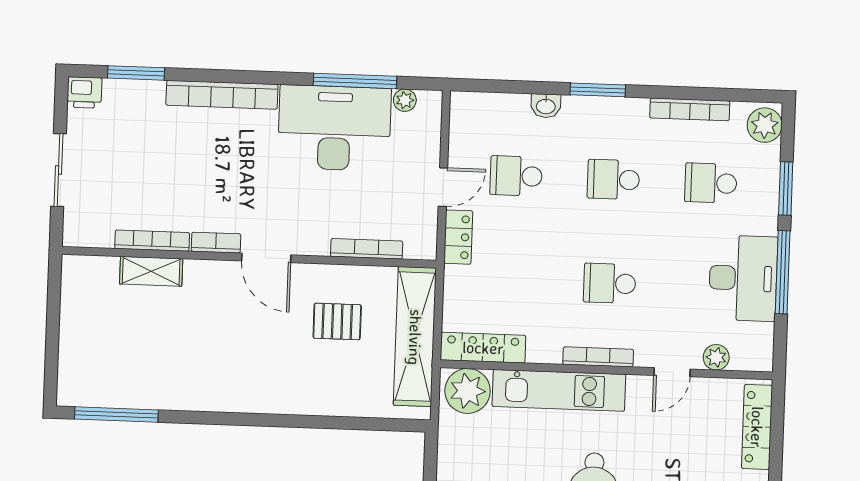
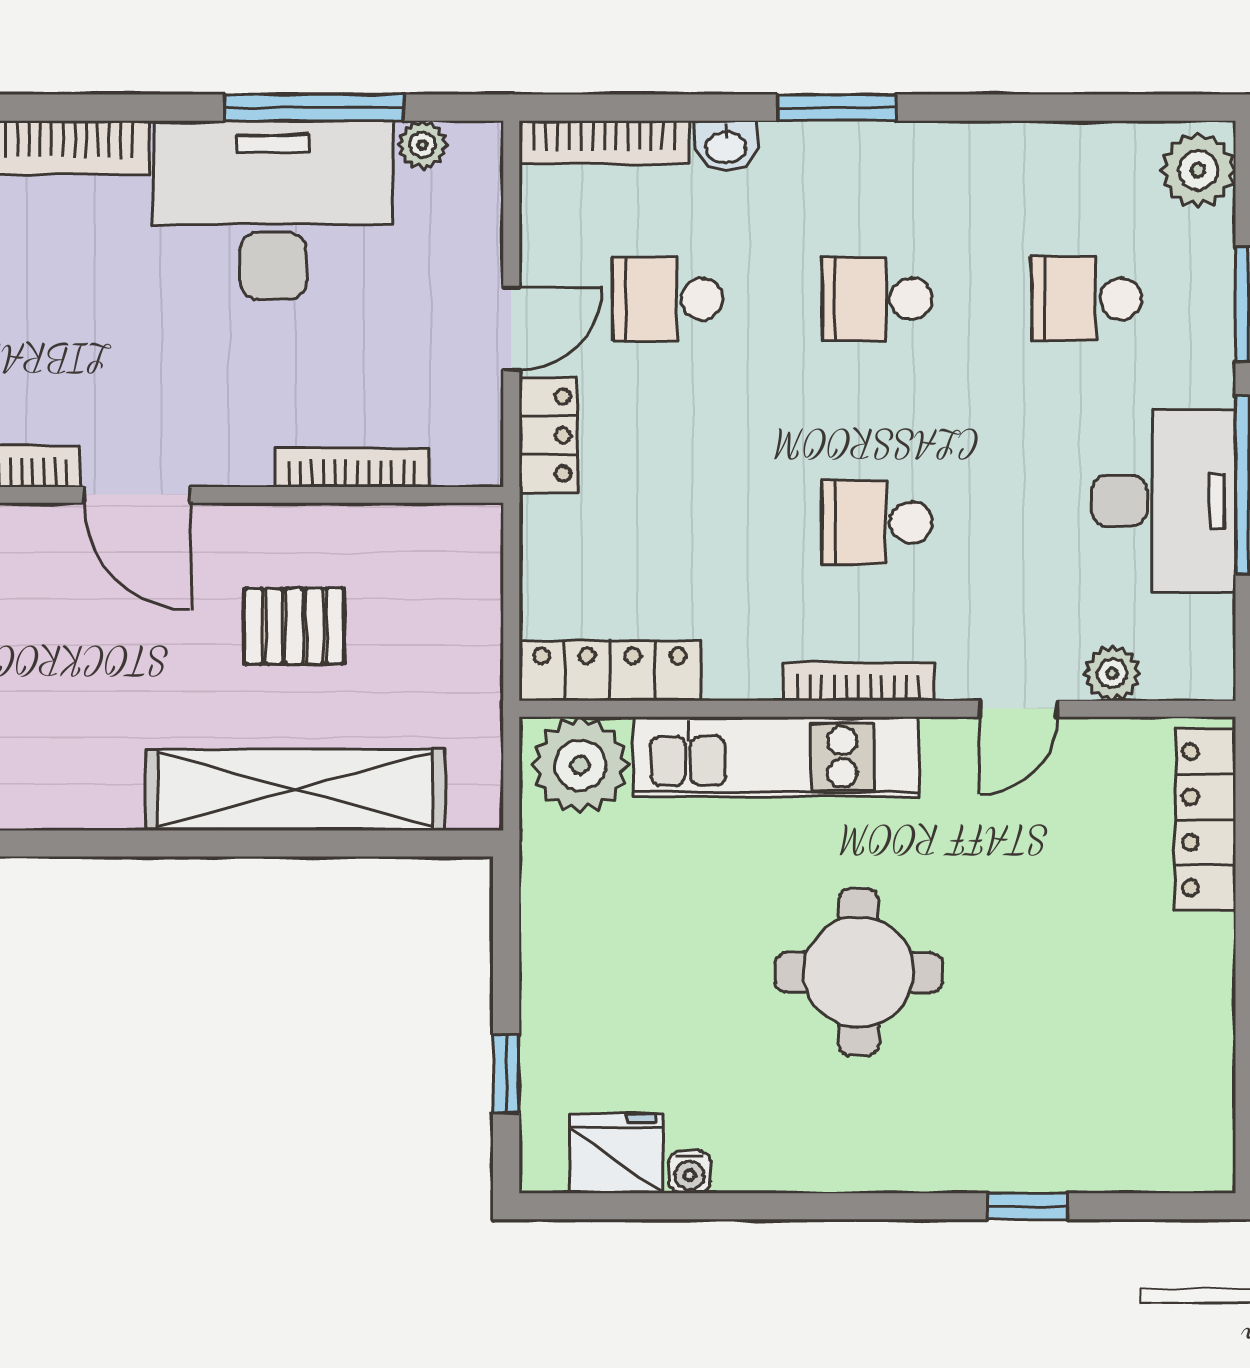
bookcase: (690, 109) -> (604, 142), moved
shelving: (415, 337) -> (295, 790), moved, turned 90

